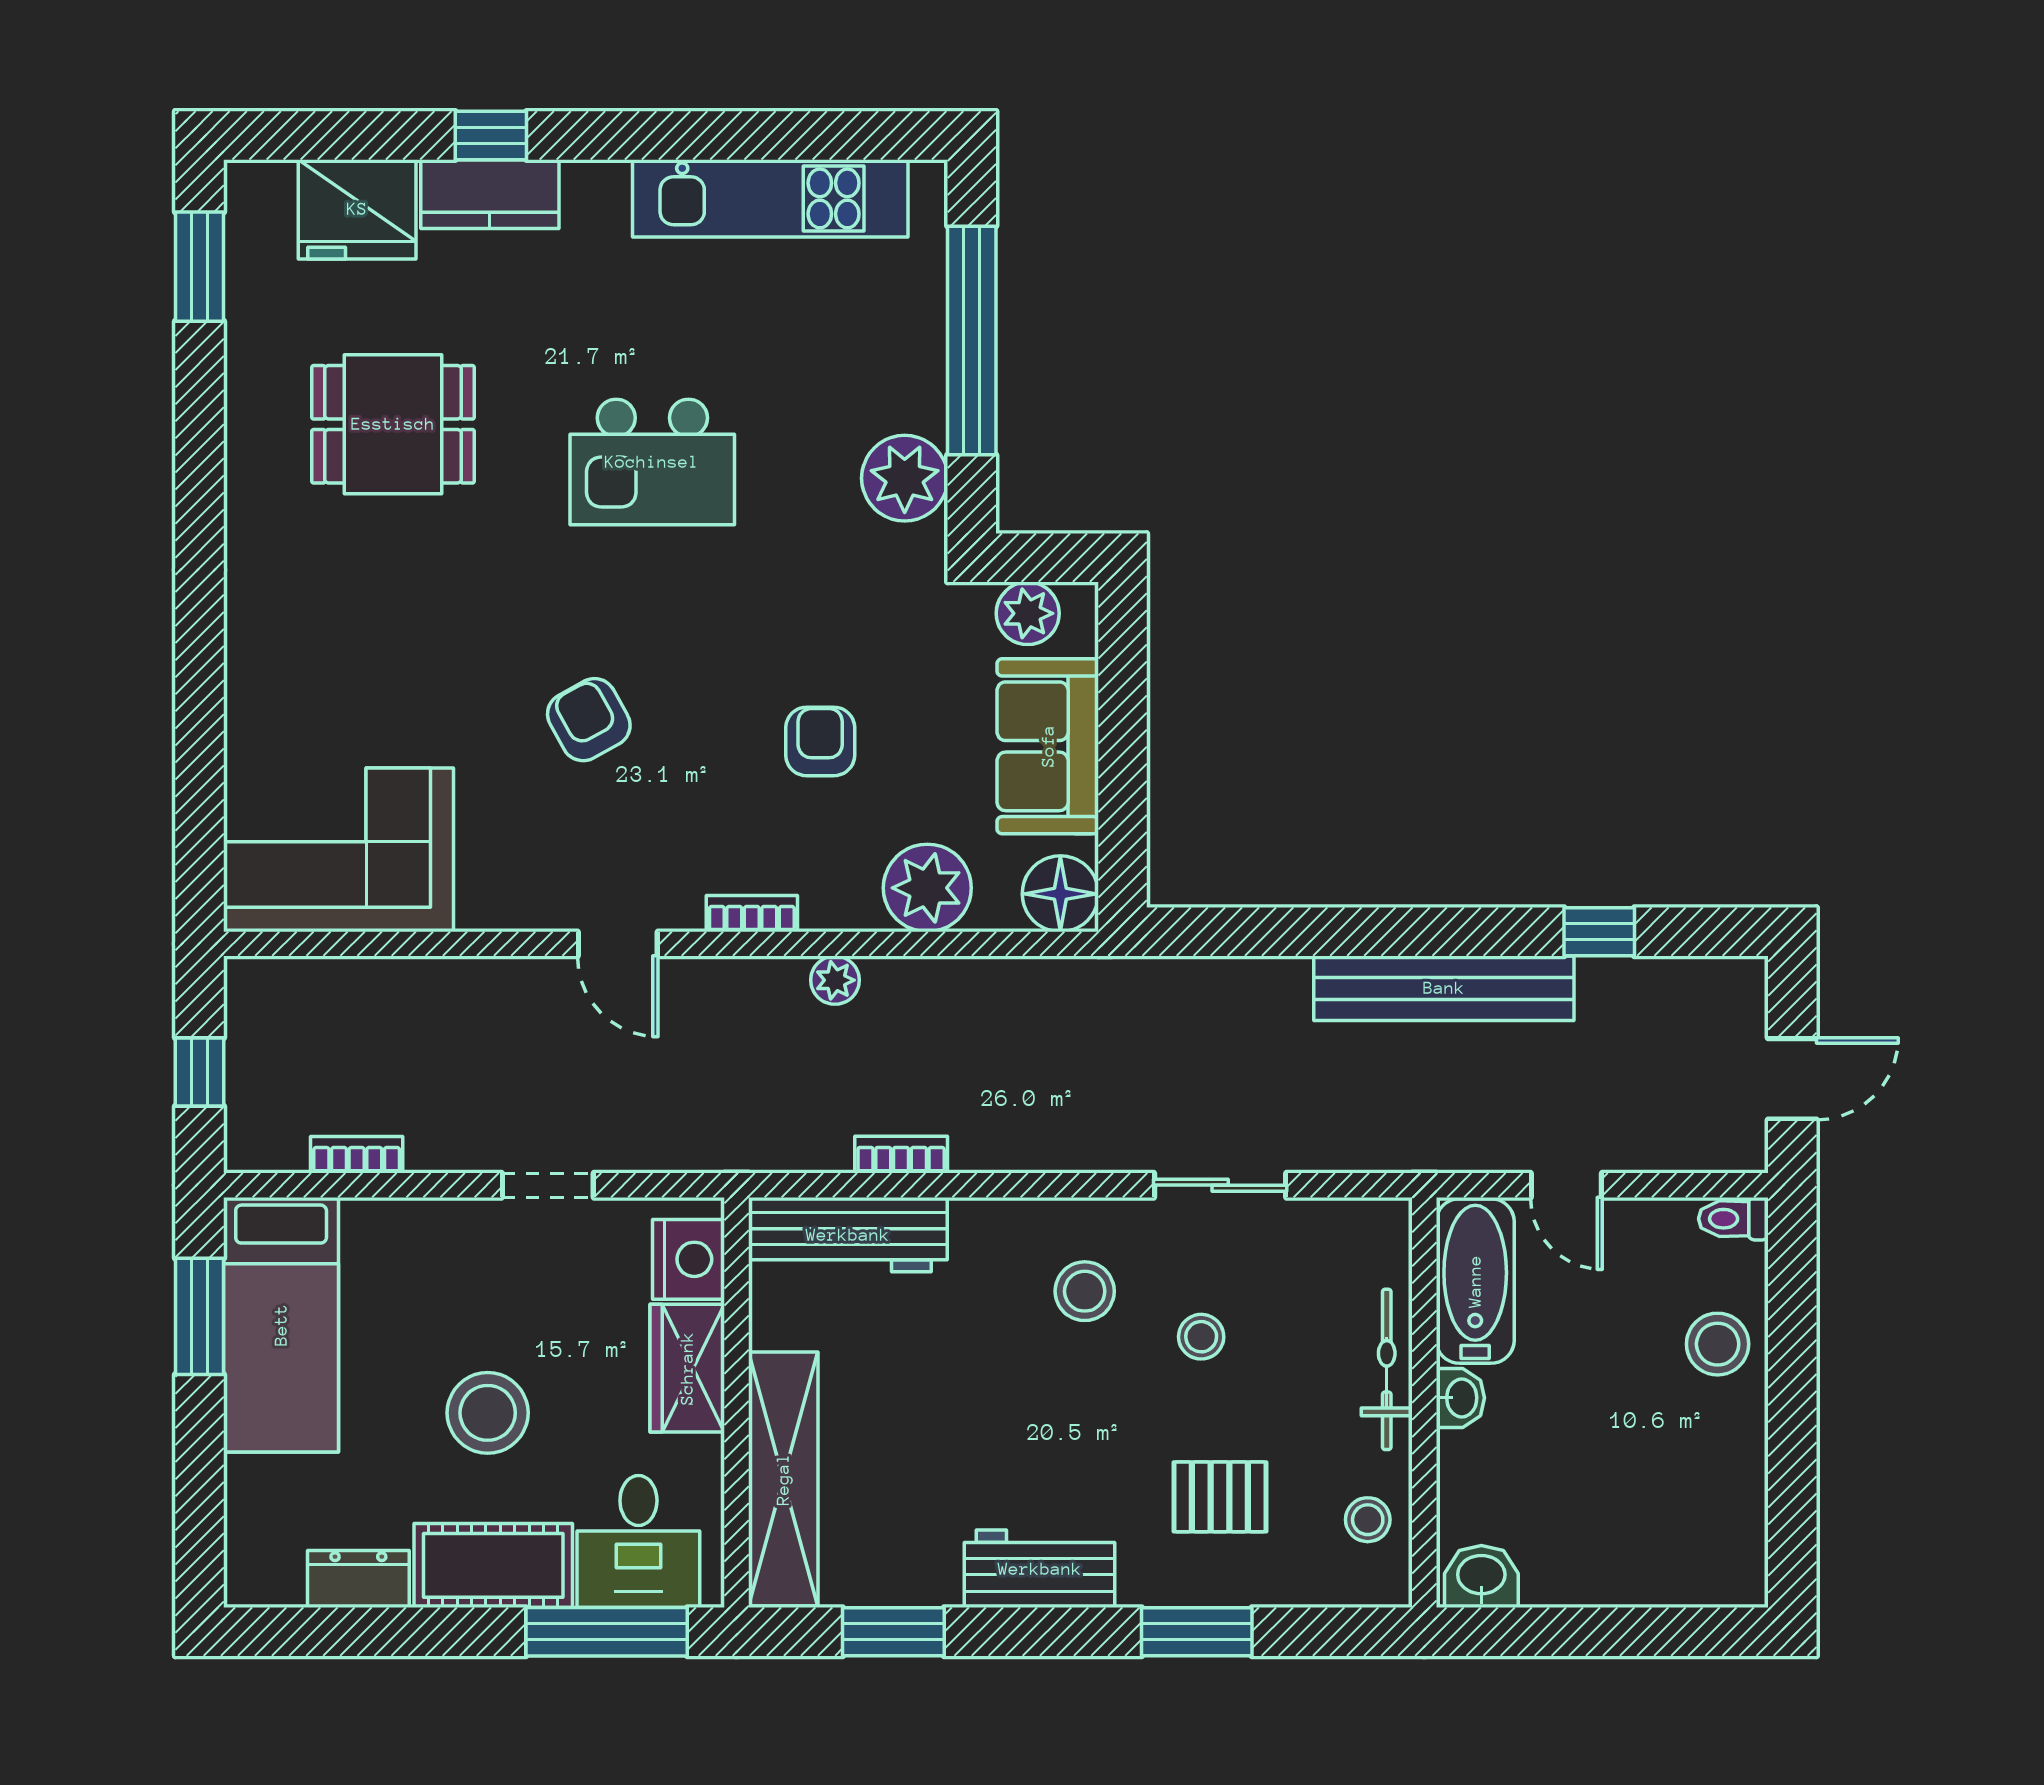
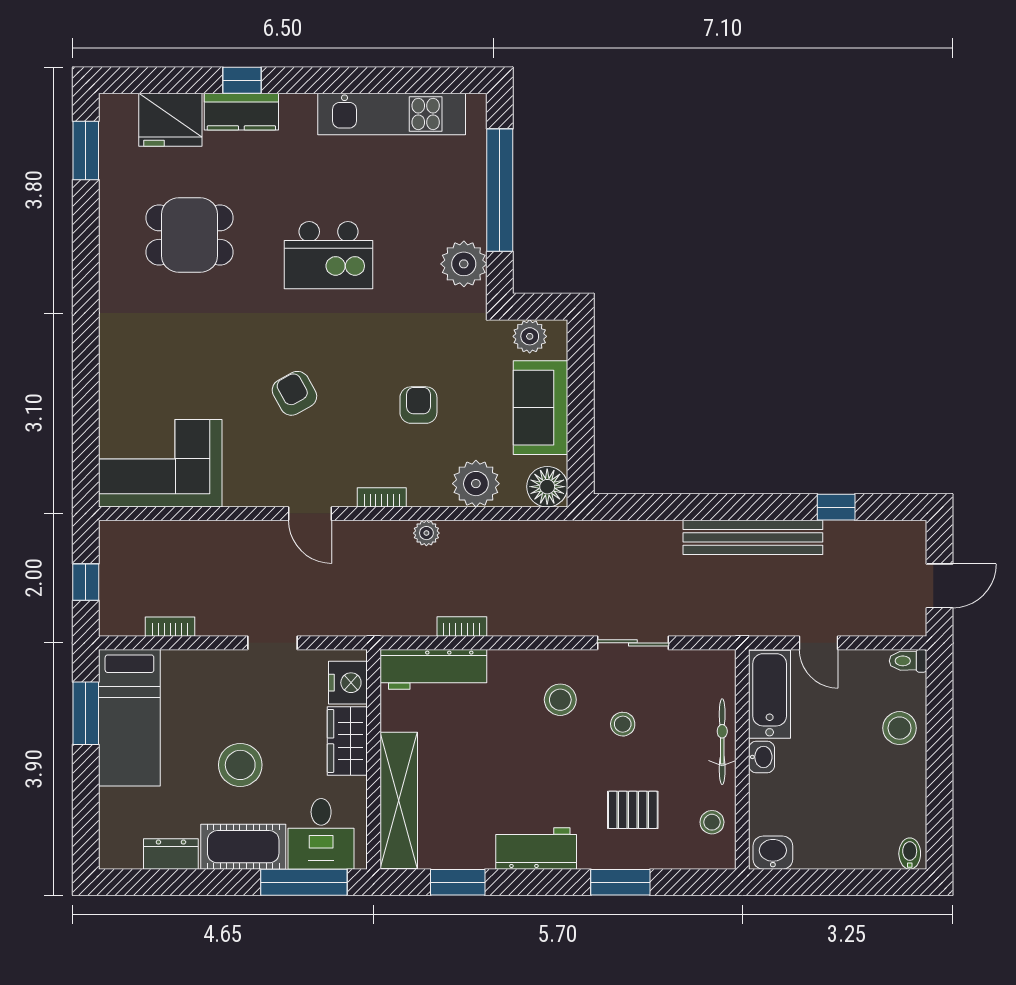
bidet: (1737, 1578) -> (910, 854), added

